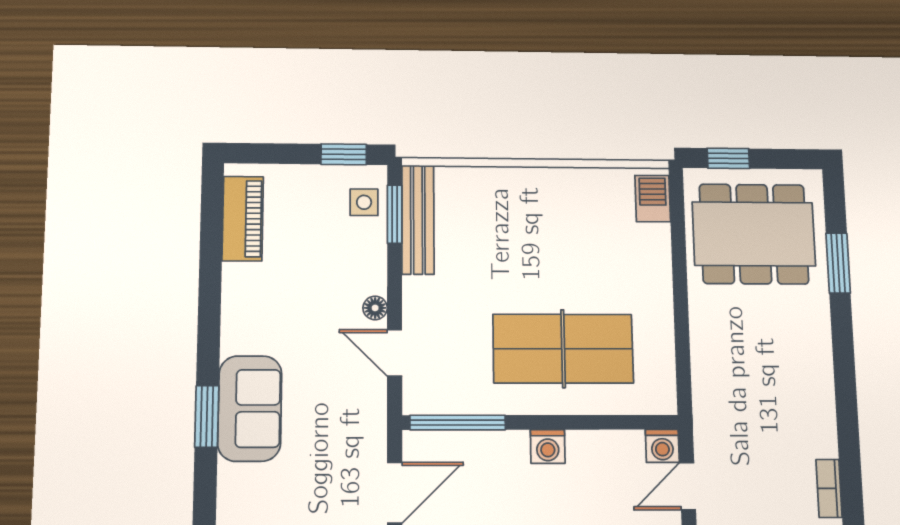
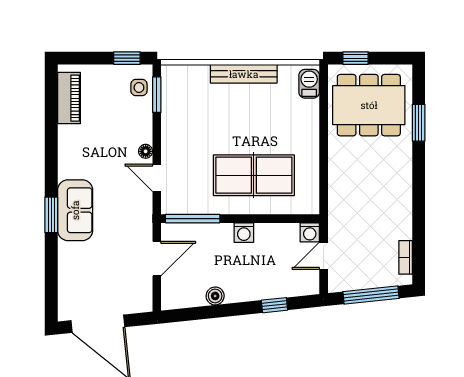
bench: (418, 219) -> (244, 74), moved, turned 90

